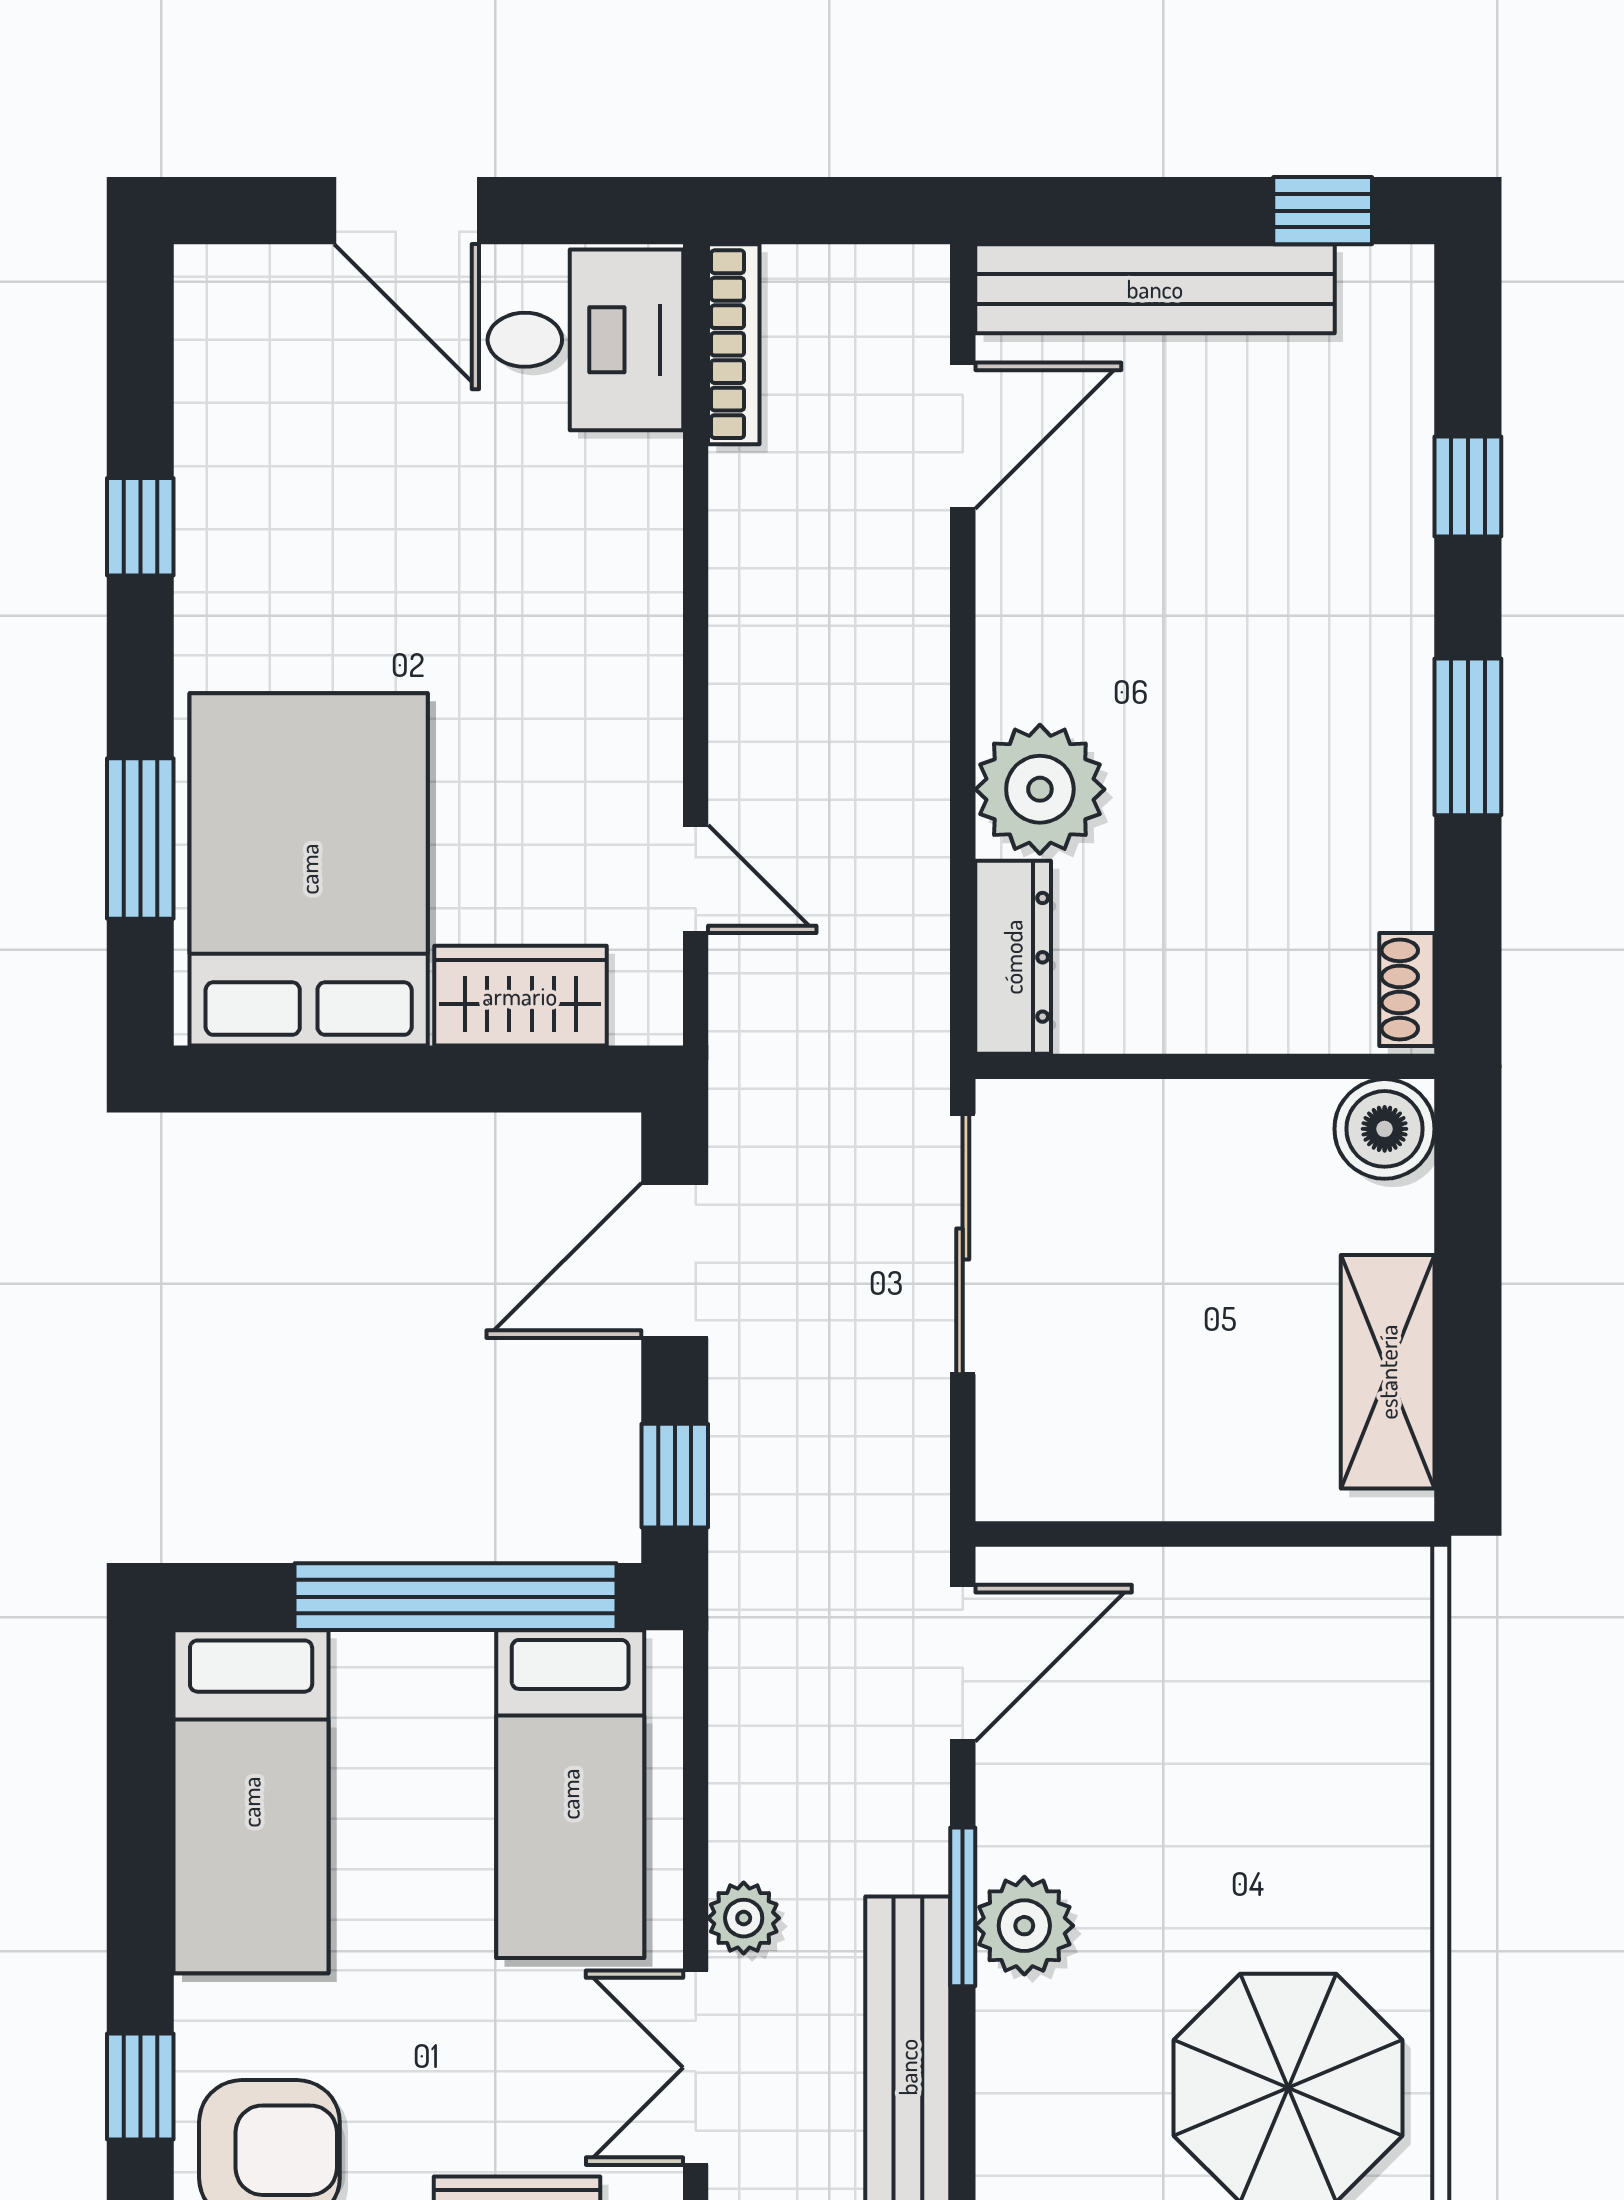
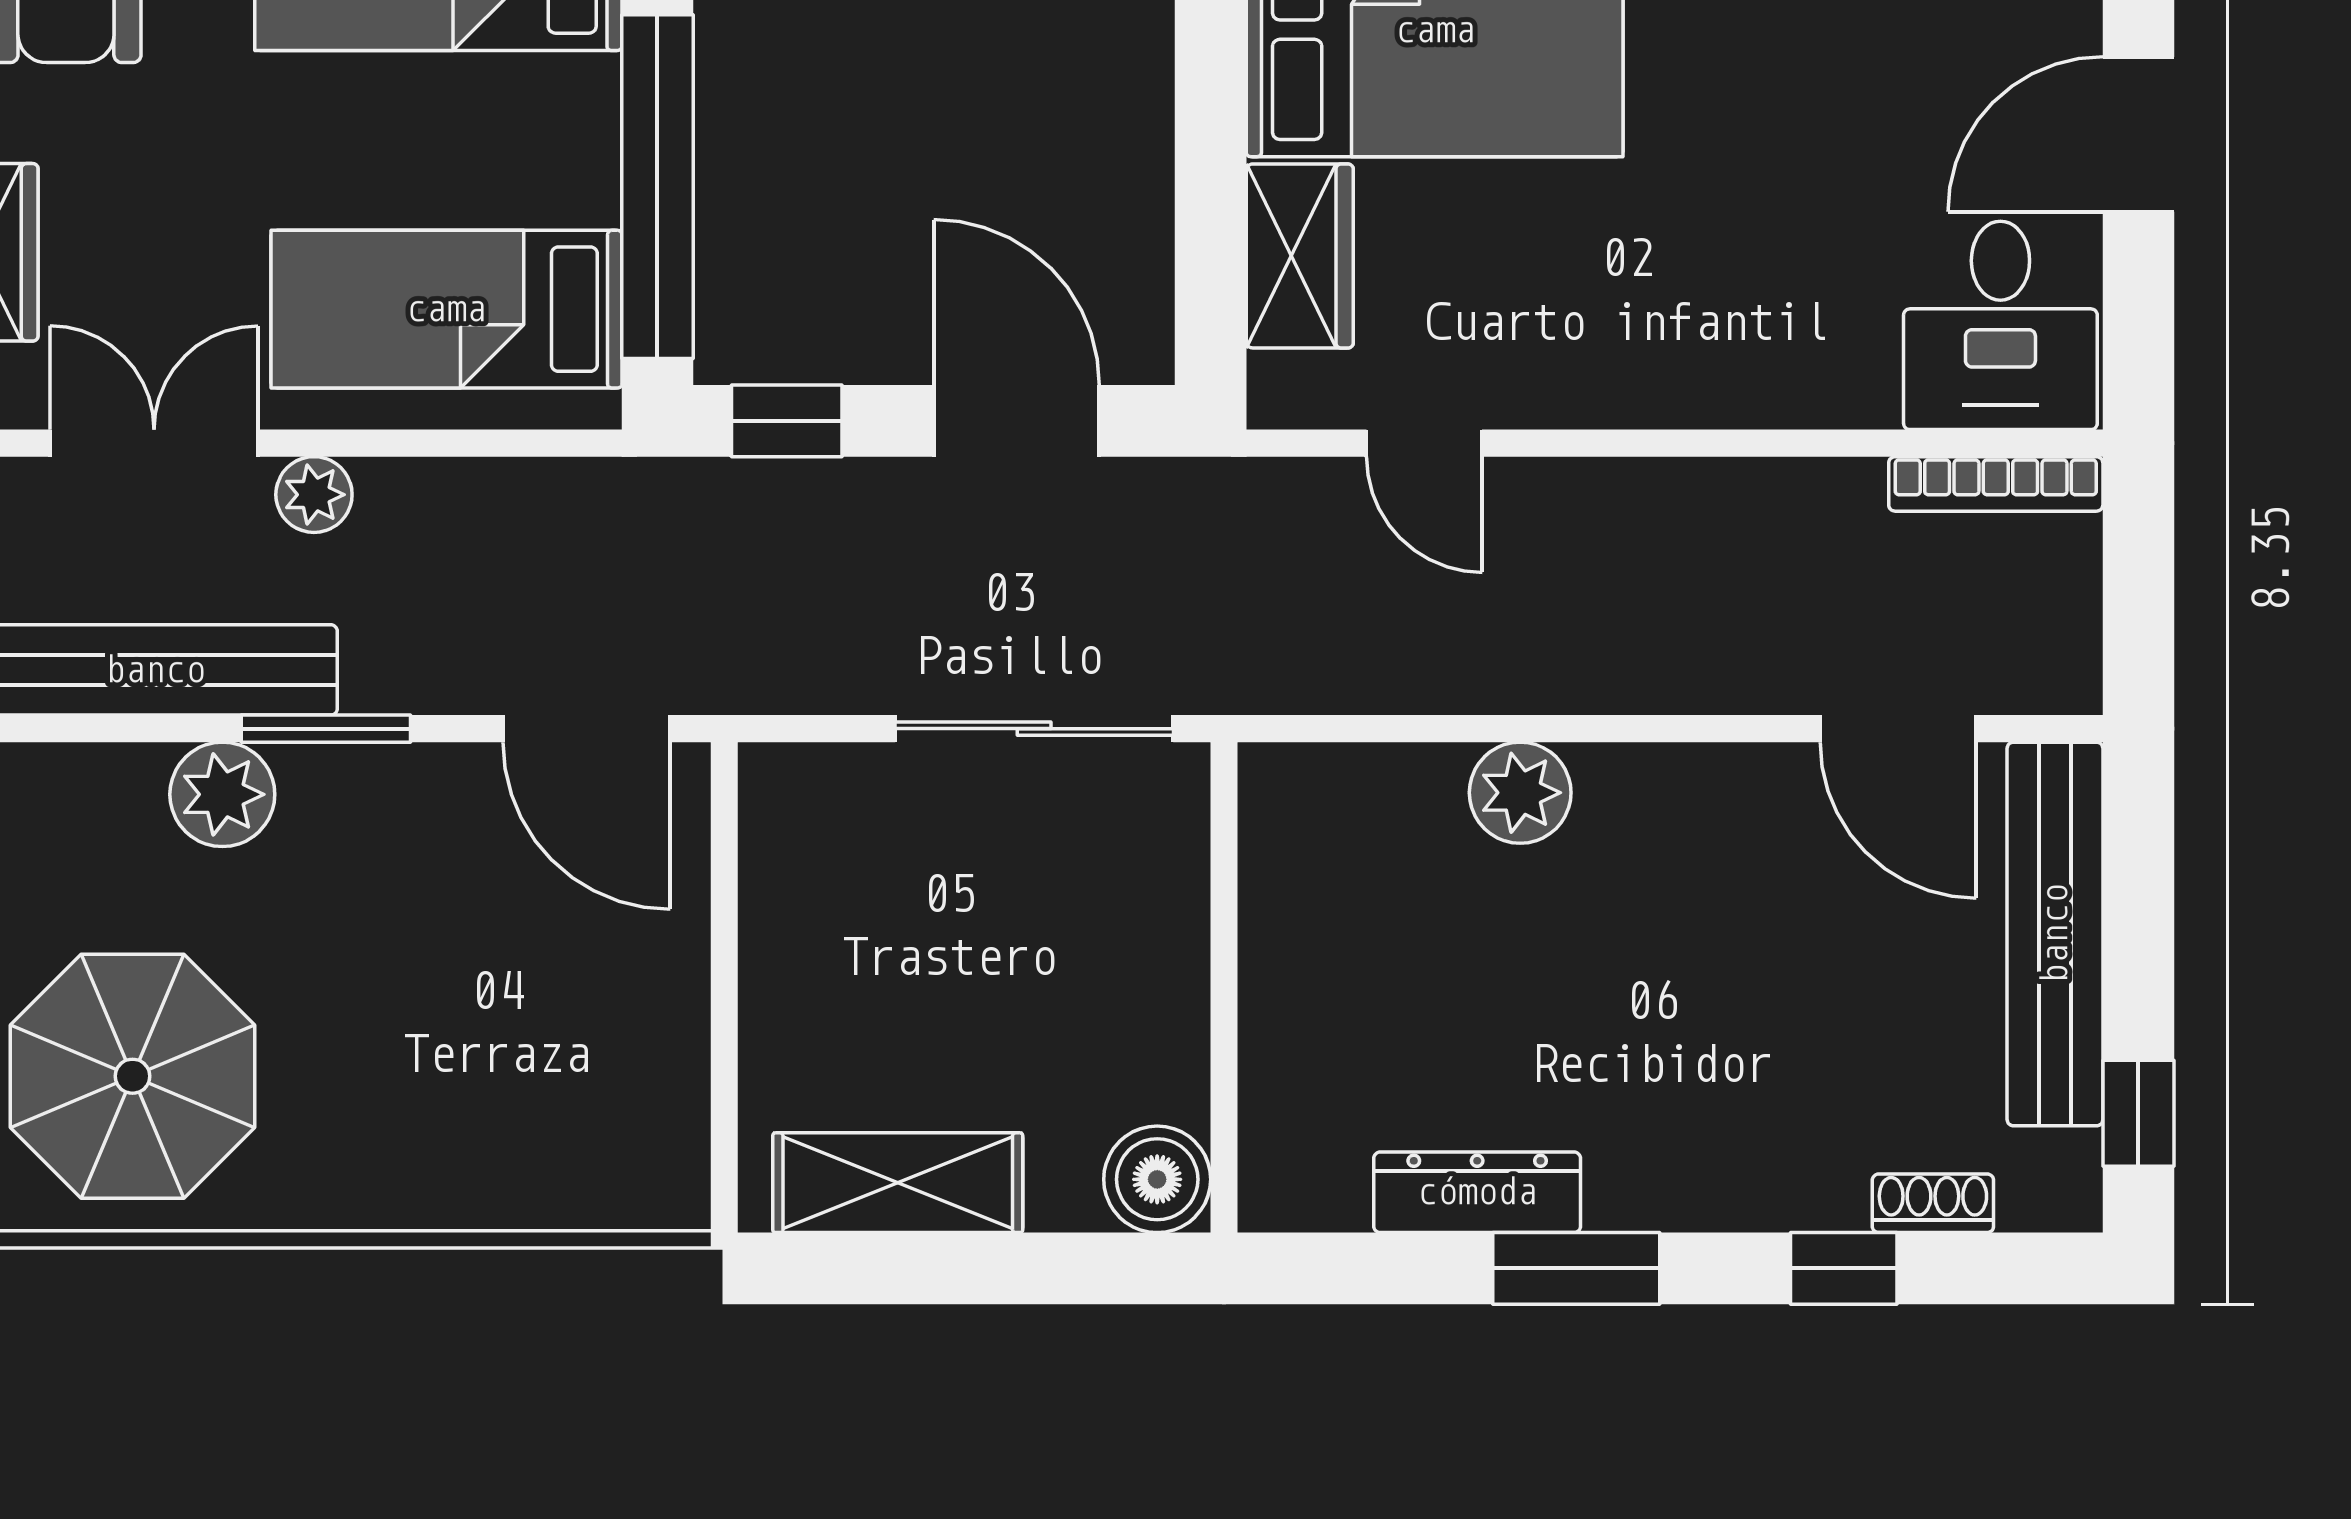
plant: (1040, 789) -> (1520, 793), width x0.73, depth x0.73
door: (696, 879) -> (1424, 443), hinge flipped
dresser: (1013, 957) -> (1477, 1192), moved, turned 180
shoe rack: (1407, 990) -> (1933, 1203), moved
plant: (1024, 1926) -> (222, 794), moved

